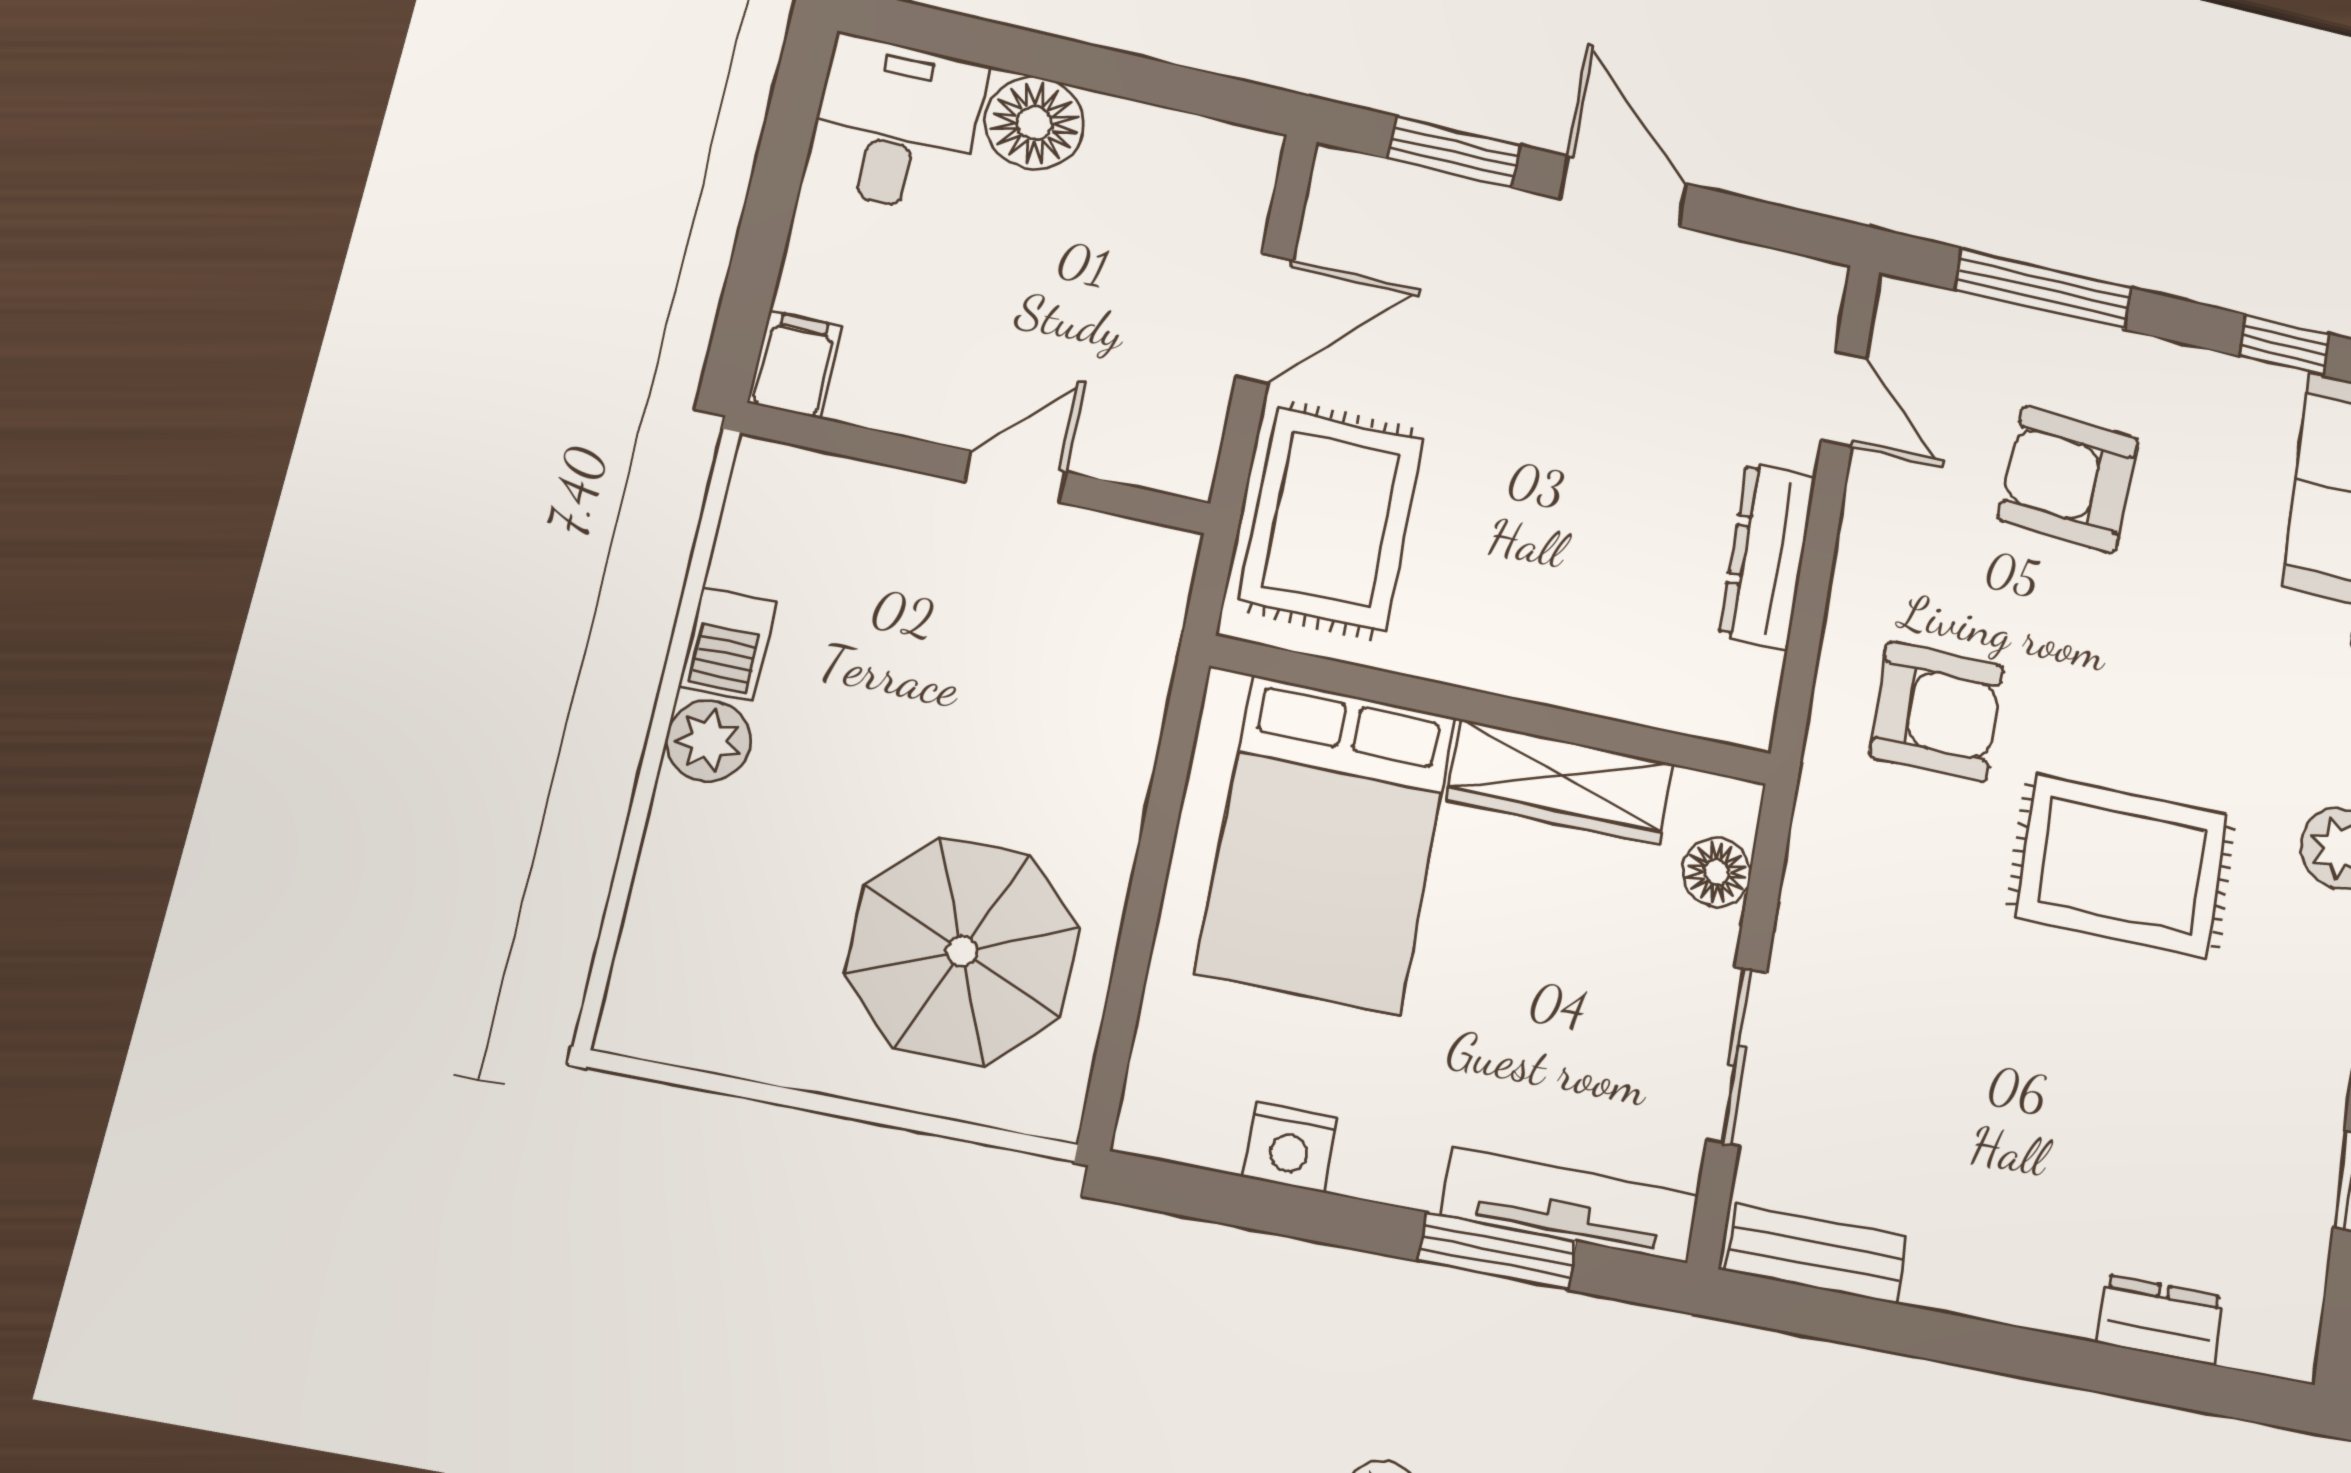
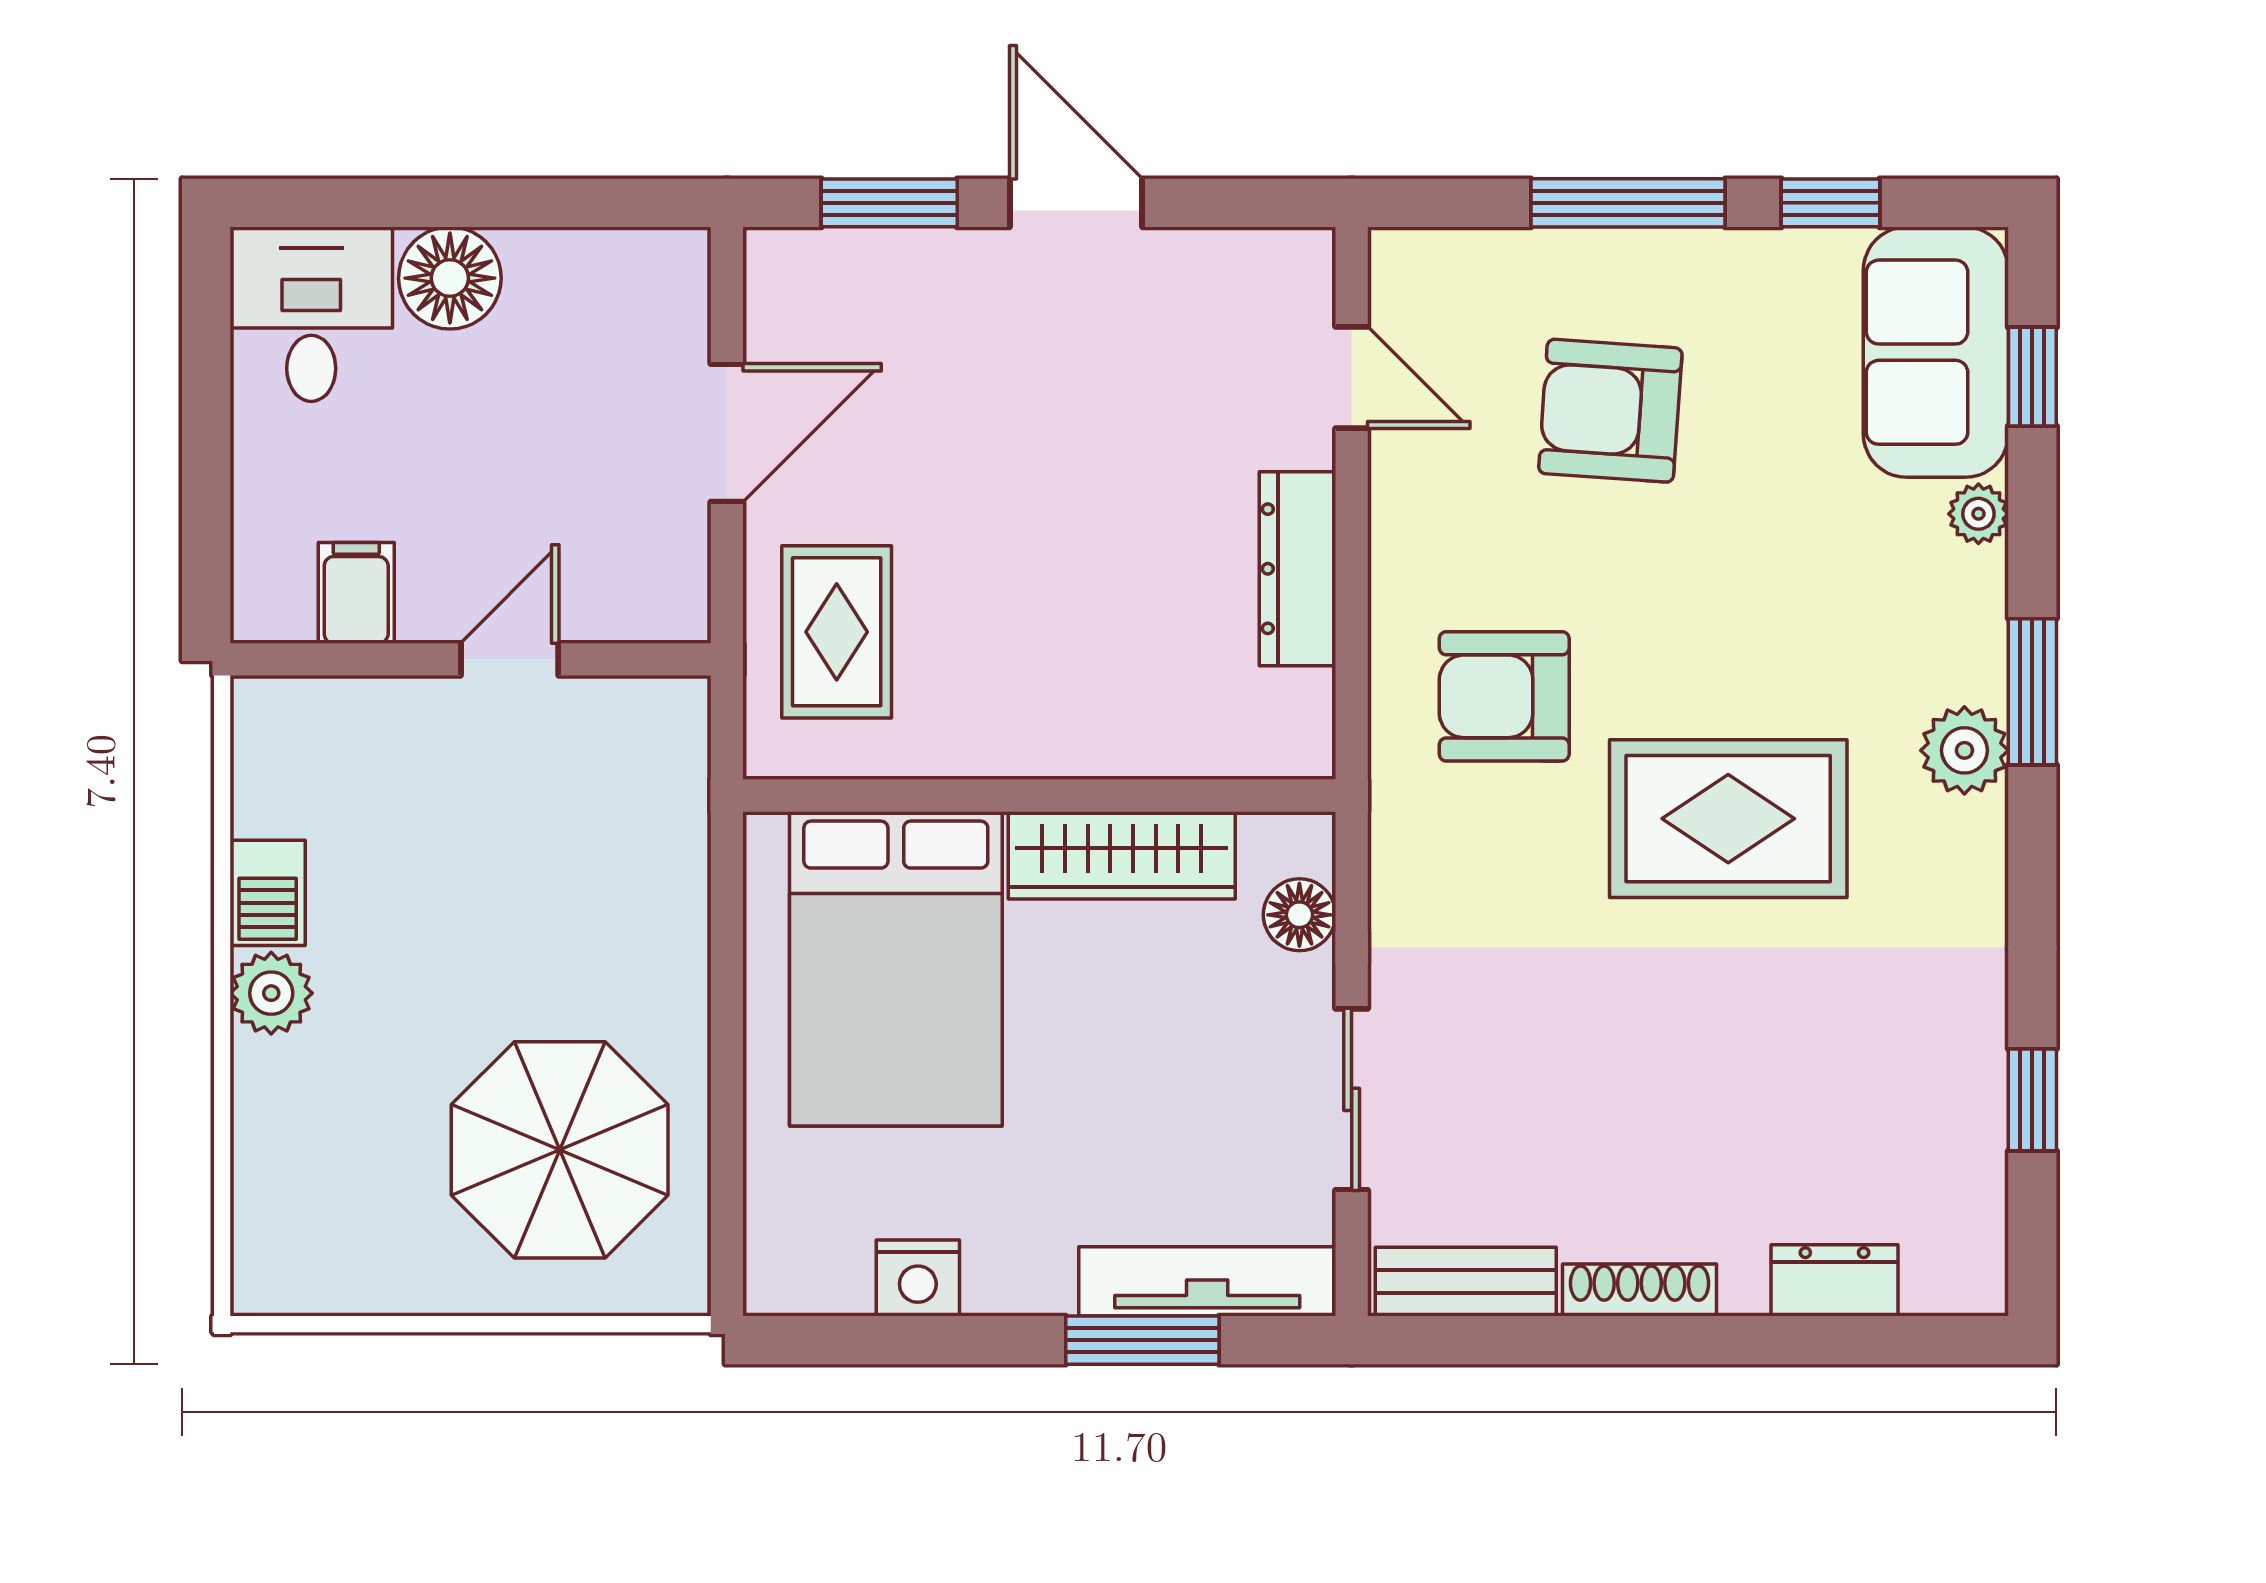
window: (2043, 289) -> (1628, 203), moved
filing cabinet: (795, 365) -> (356, 593), moved
rug: (1331, 519) -> (837, 632), width x0.73, depth x0.70
armchair: (1936, 711) -> (1504, 696), turned 180
shoe rack: (1978, 1294) -> (1640, 1290), added

